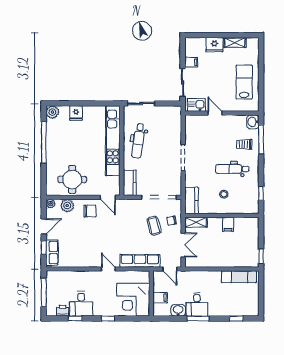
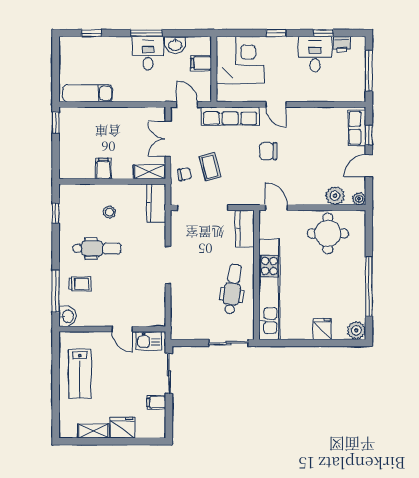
chair: (90, 211) -> (268, 151), moved

